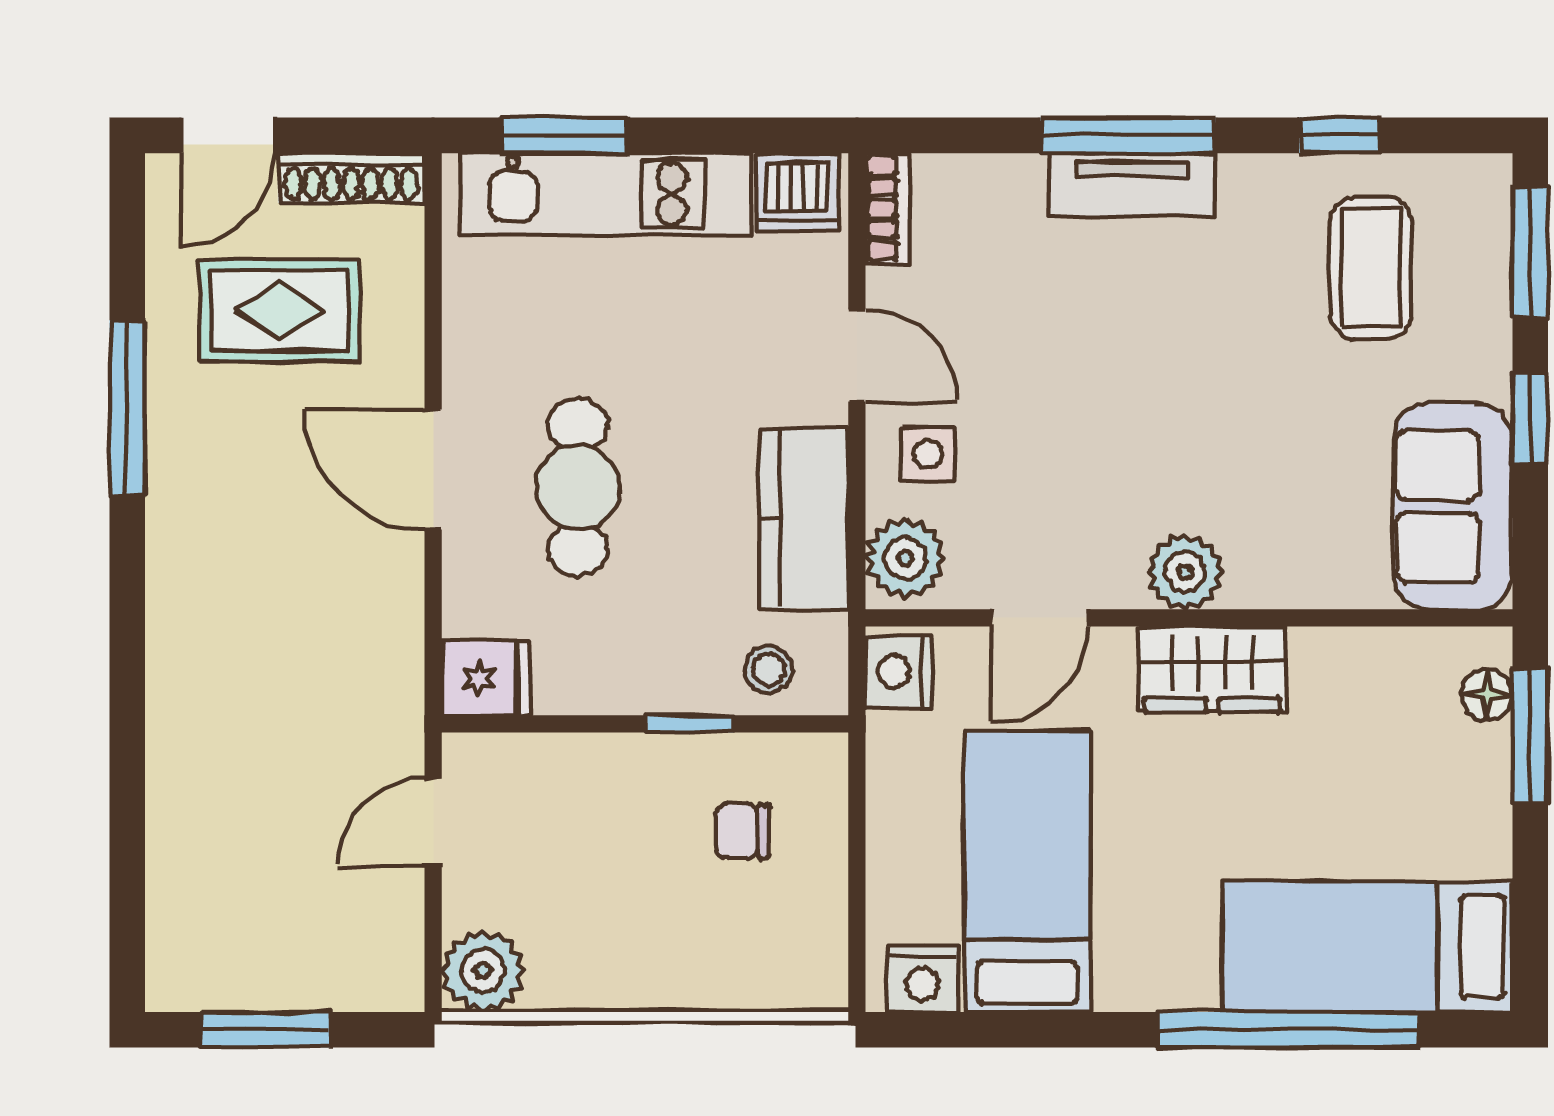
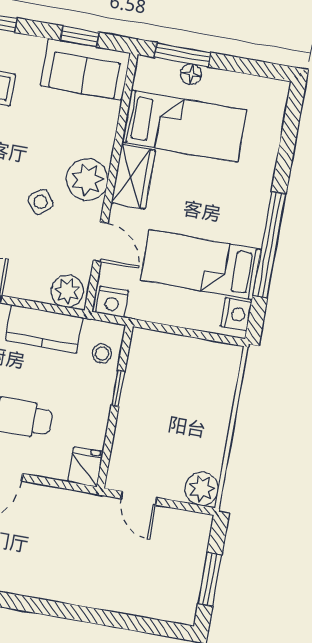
window: (1530, 418) -> (80, 36), moved
side table: (928, 454) -> (40, 202), moved, turned -37
plant: (1185, 572) -> (87, 180), width x1.36, depth x1.36
floor lamp: (1487, 695) -> (191, 74), moved
chair: (742, 831) -> (164, 376), removed
bed: (1368, 947) -> (184, 126), moved, turned -90
window: (1288, 1030) -> (269, 245), moved

